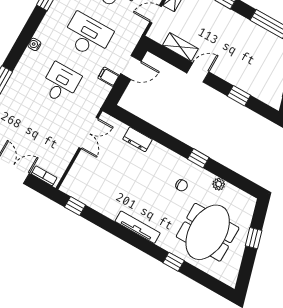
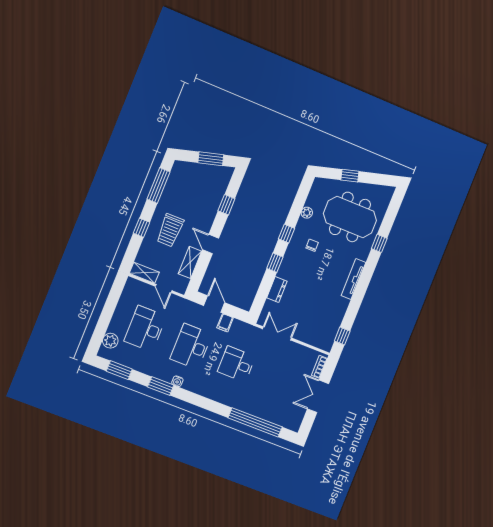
trolley: (219, 30) -> (170, 230), added
water cooler: (34, 44) -> (177, 381), moved
window: (168, 141) -> (275, 263), added

